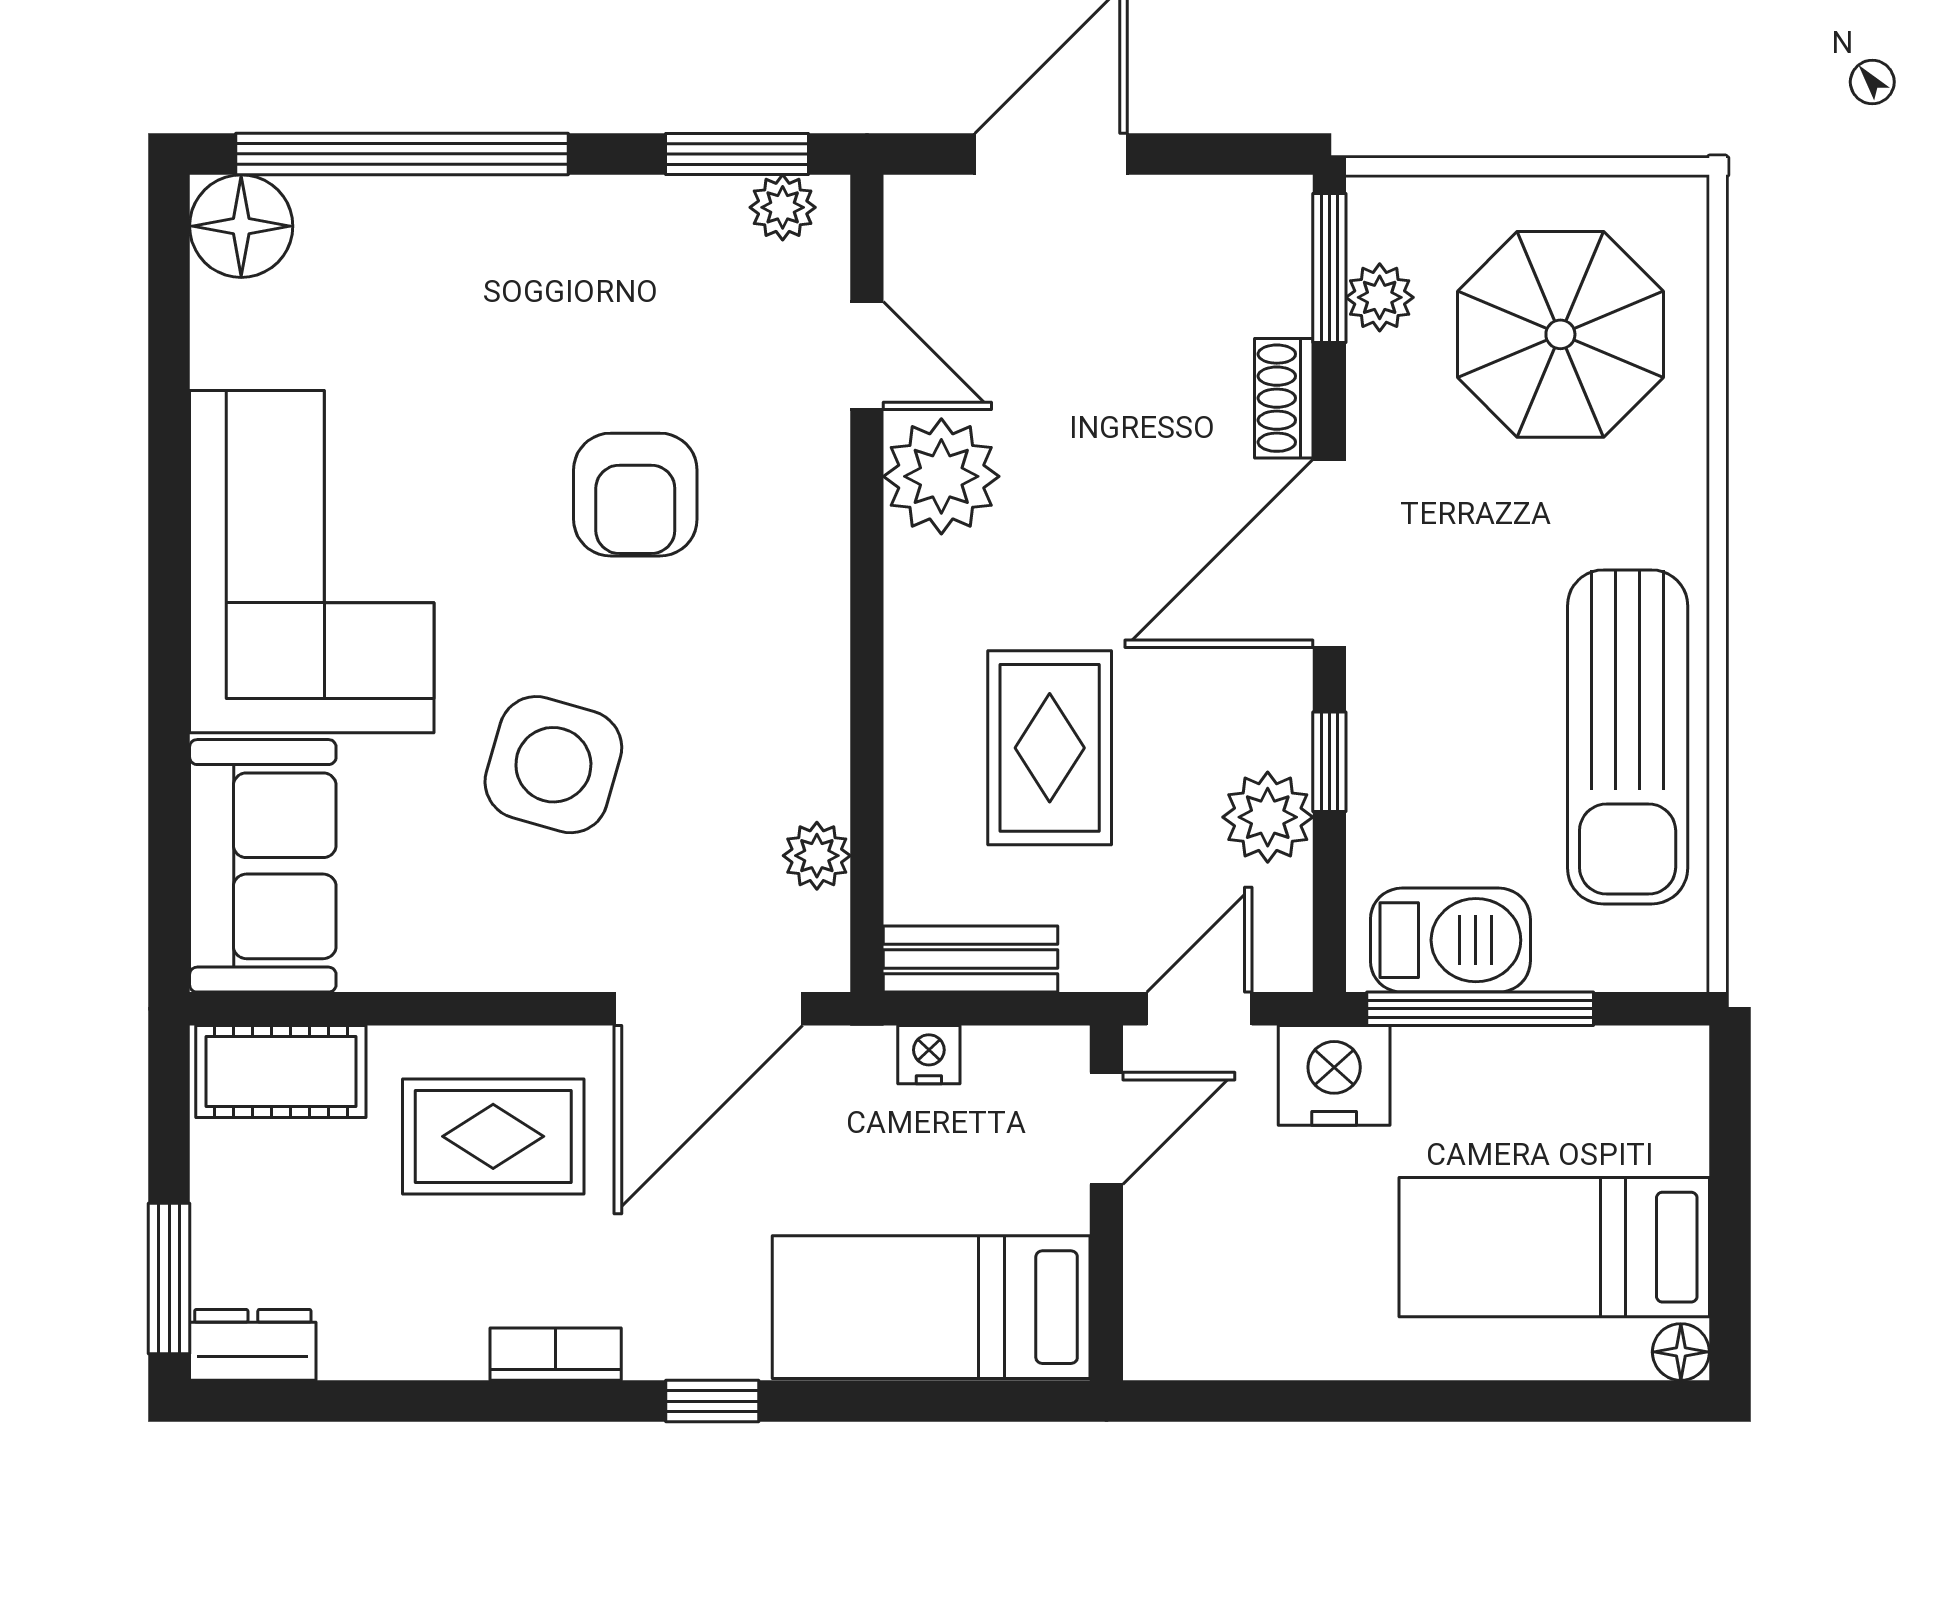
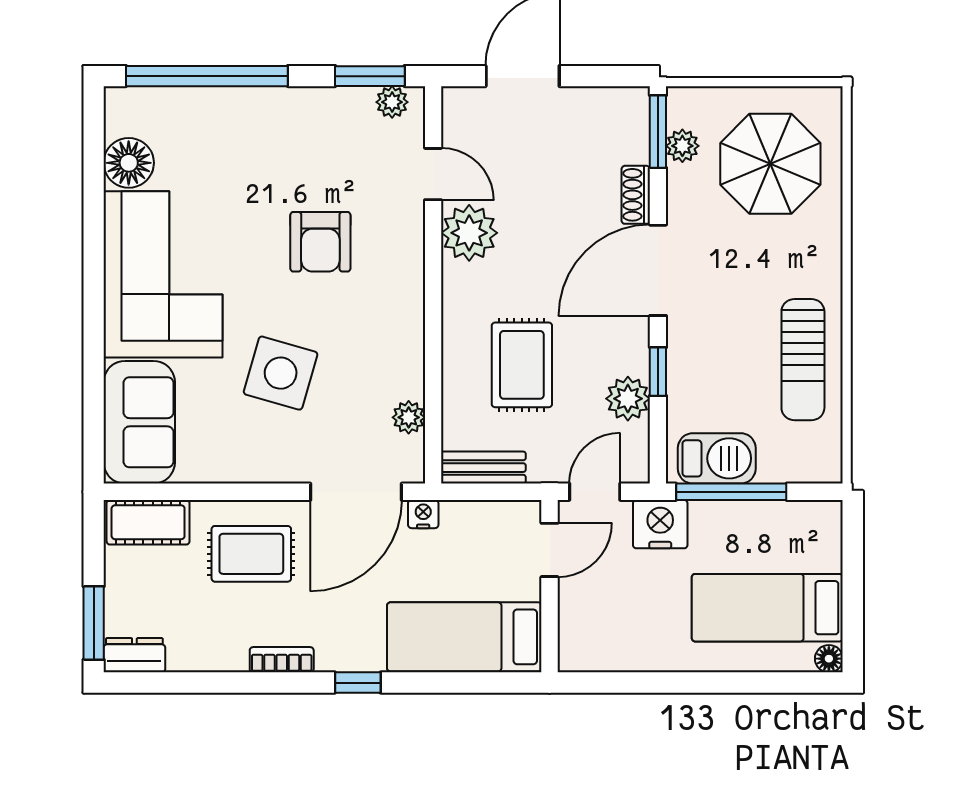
floor lamp: (241, 226) -> (129, 163), moved
sun lounger: (1628, 737) -> (803, 360), width x0.73, depth x0.75
nightstand: (929, 1055) -> (423, 514), moved

